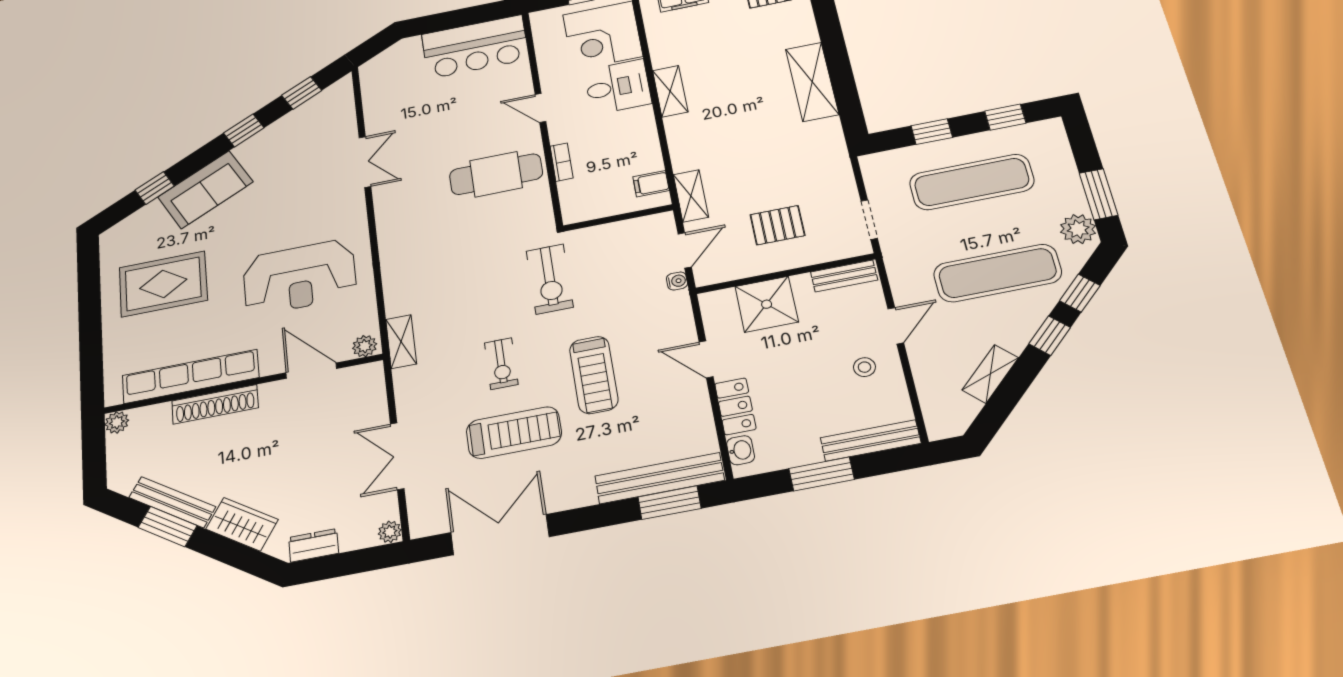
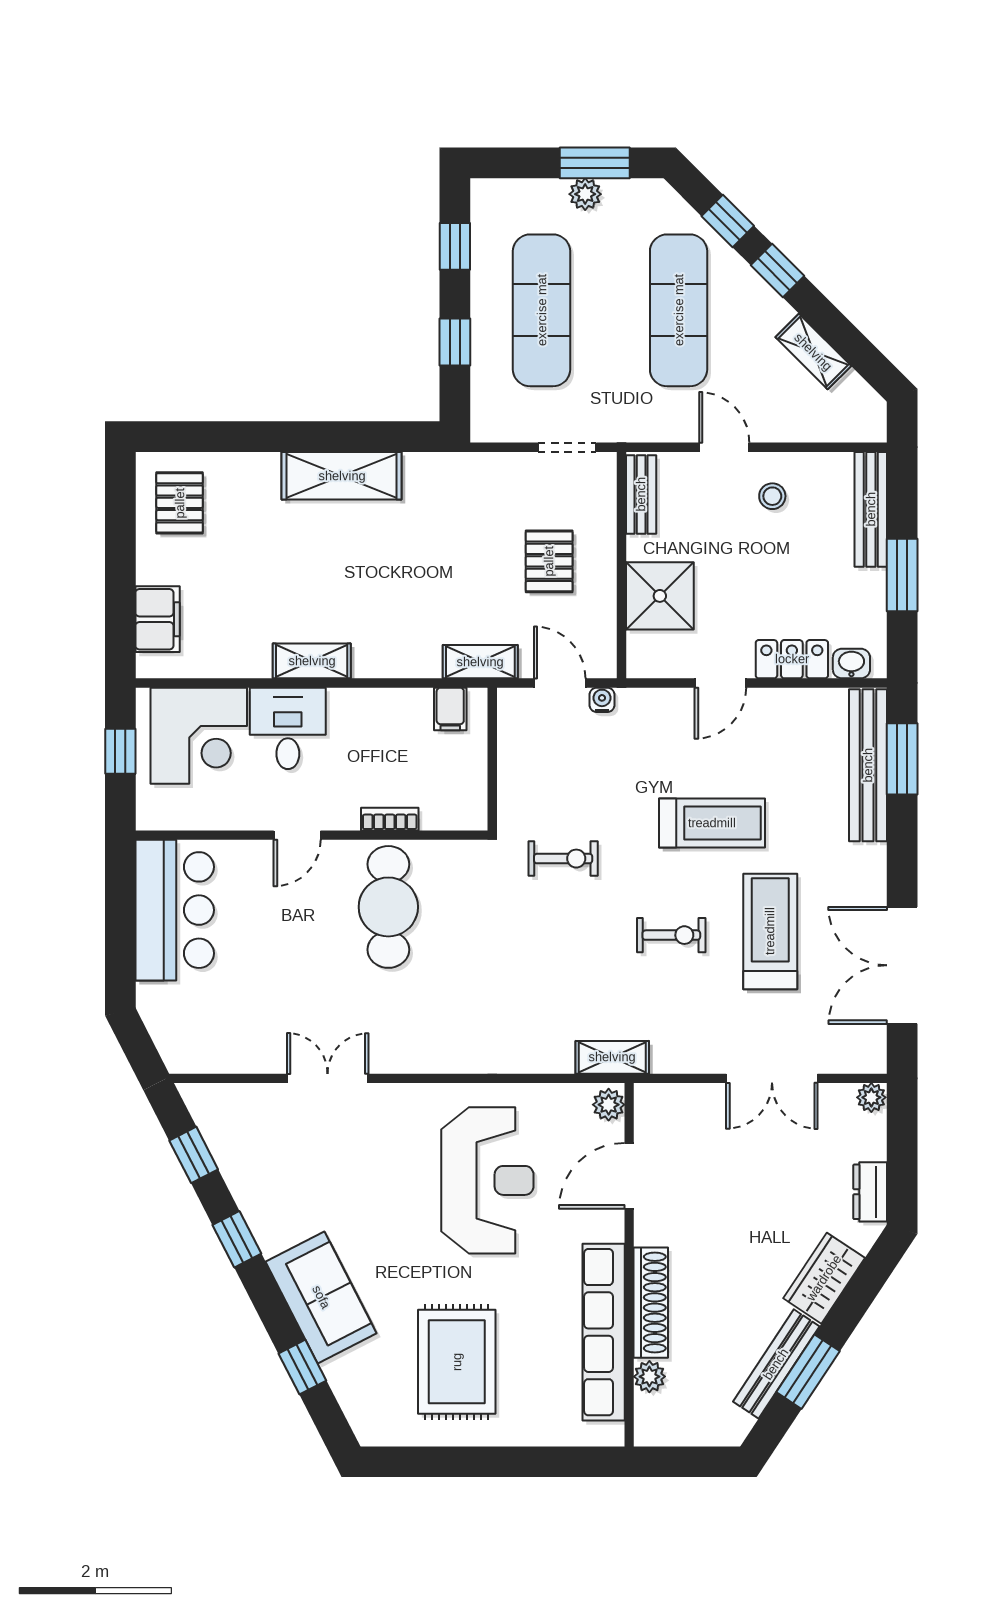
plant: (1078, 229) -> (585, 194), moved, width x0.73, depth x0.73
exercise bike: (550, 279) -> (563, 859), width x0.73, depth x0.72
plant: (117, 422) -> (649, 1377), moved

